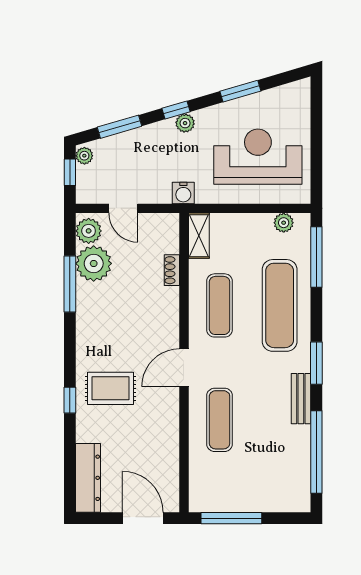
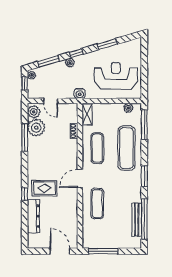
plant: (185, 123) -> (70, 63), moved
bench: (301, 399) -> (137, 220), moved, width x1.36
dresser: (88, 478) -> (33, 216), moved

